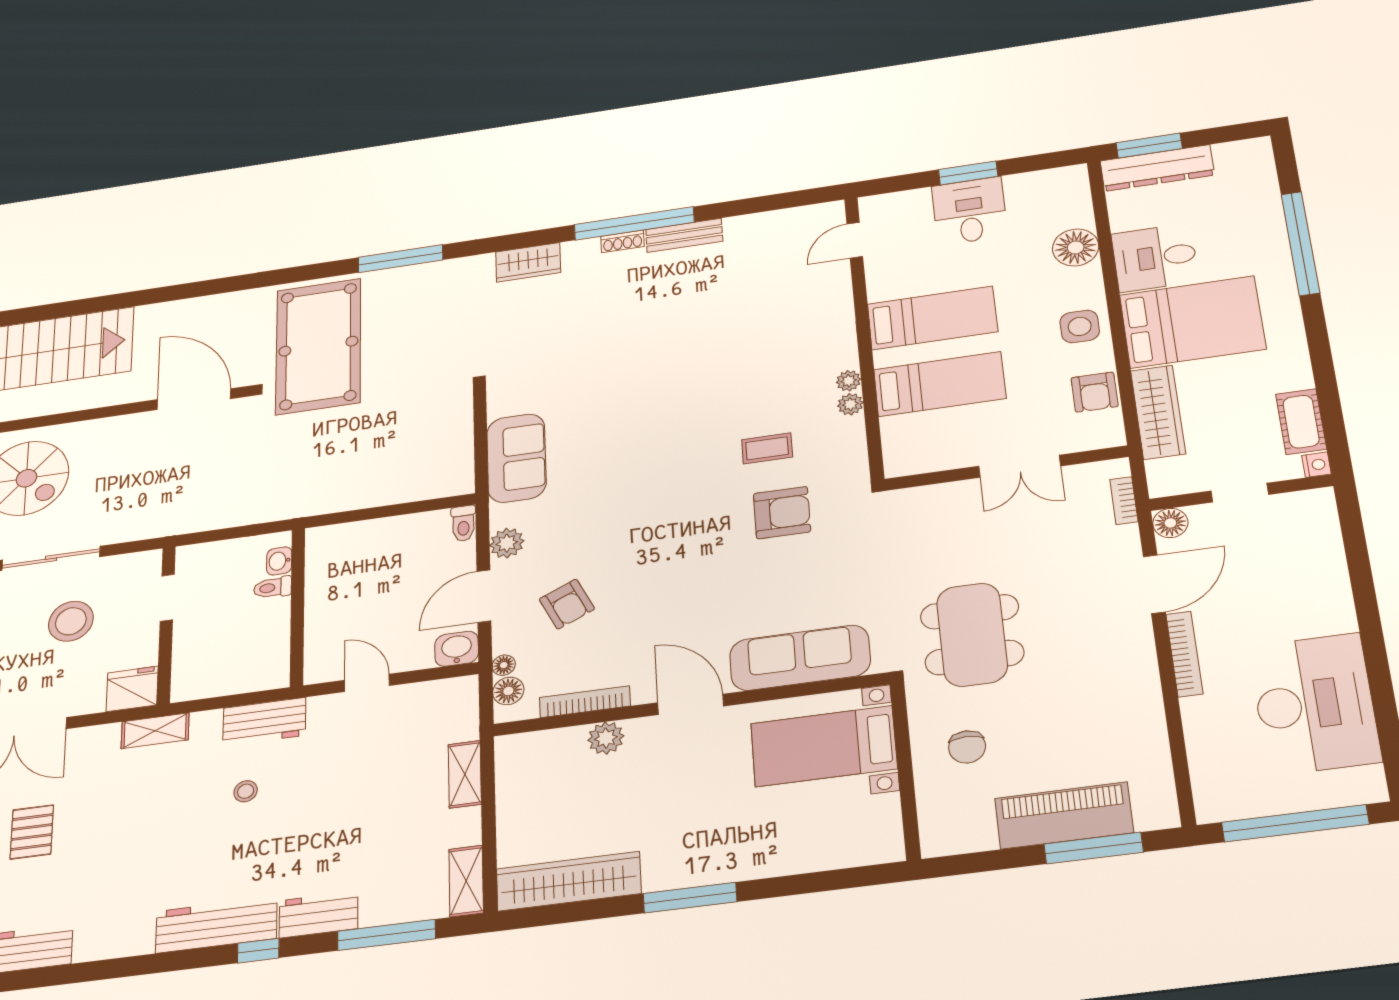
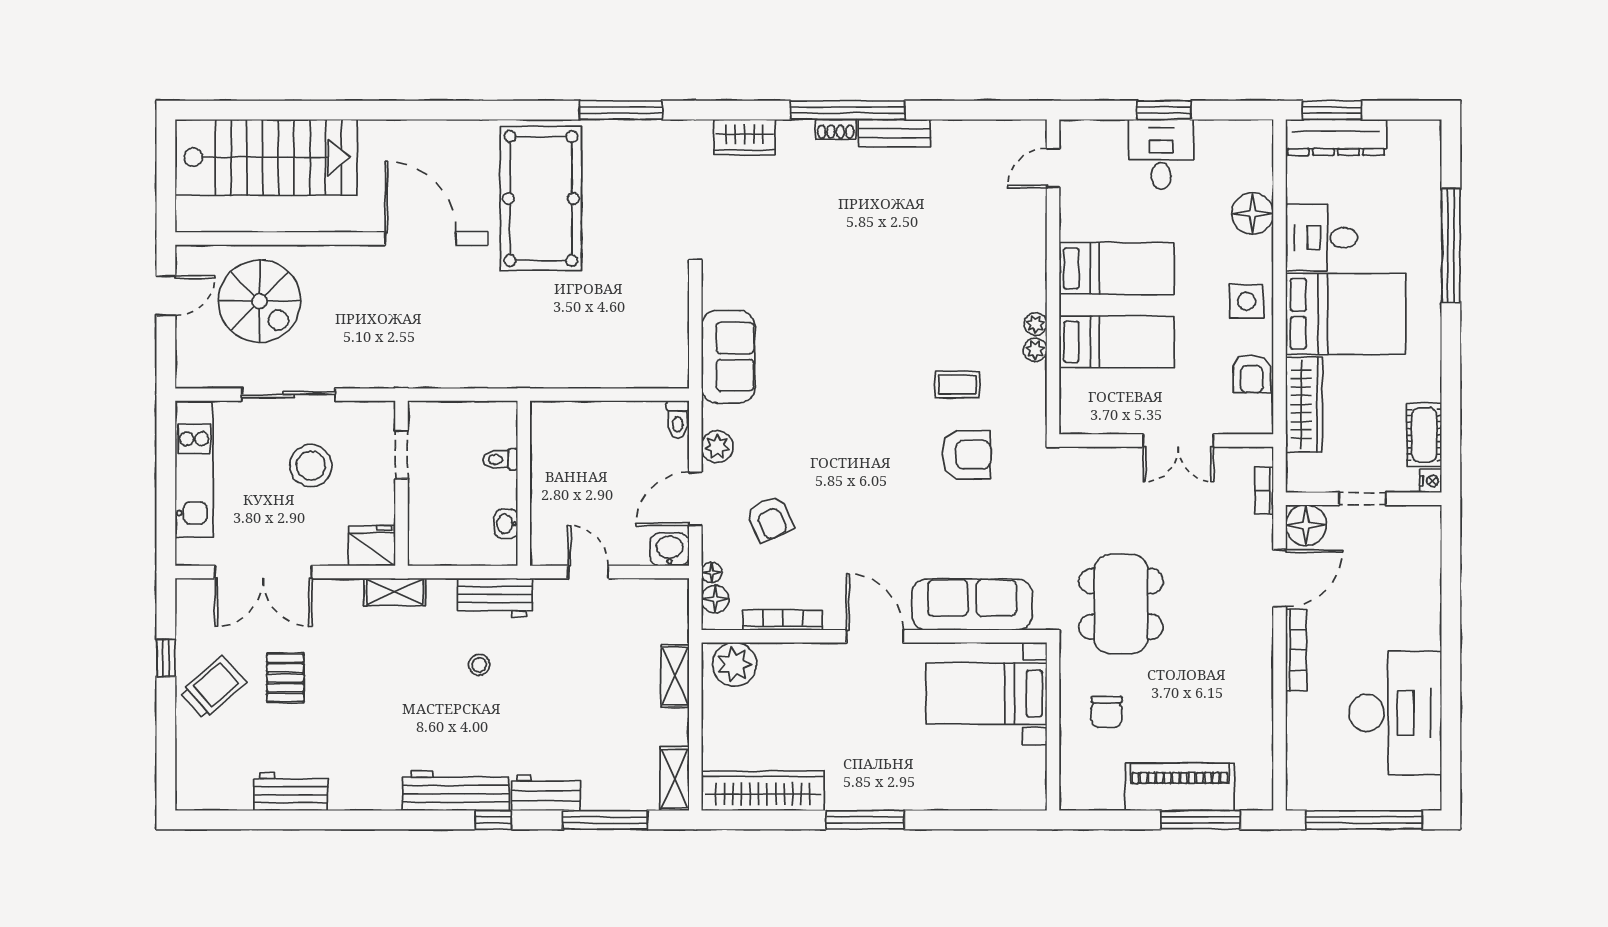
floor lamp: (1170, 523) -> (1306, 525), width x1.38, depth x1.38
washbasin: (279, 561) -> (506, 524), moved
plant: (606, 738) -> (734, 664), moved, width x1.36, depth x1.36

